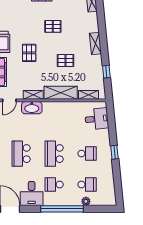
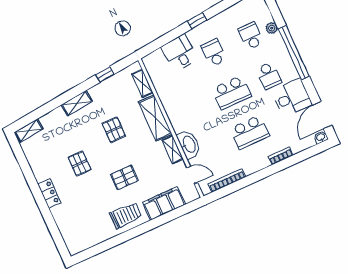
desk: (97, 119) -> (180, 53), moved

